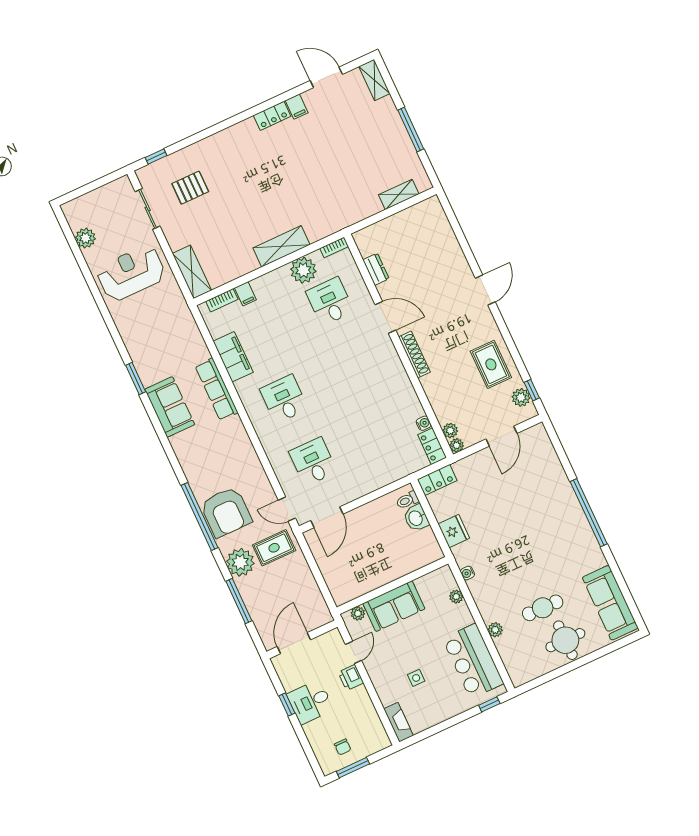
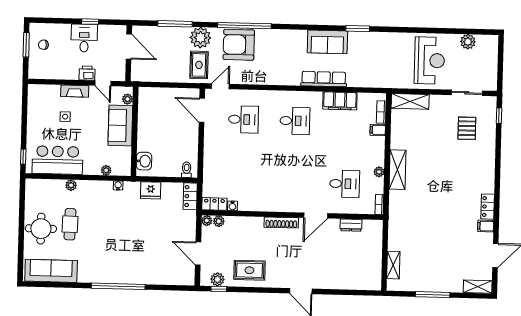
plant: (303, 270) -> (379, 172), width x0.53, depth x0.53
washbasin: (416, 518) -> (144, 161), moved, turned 90
fireplace: (399, 722) -> (75, 91), moved

